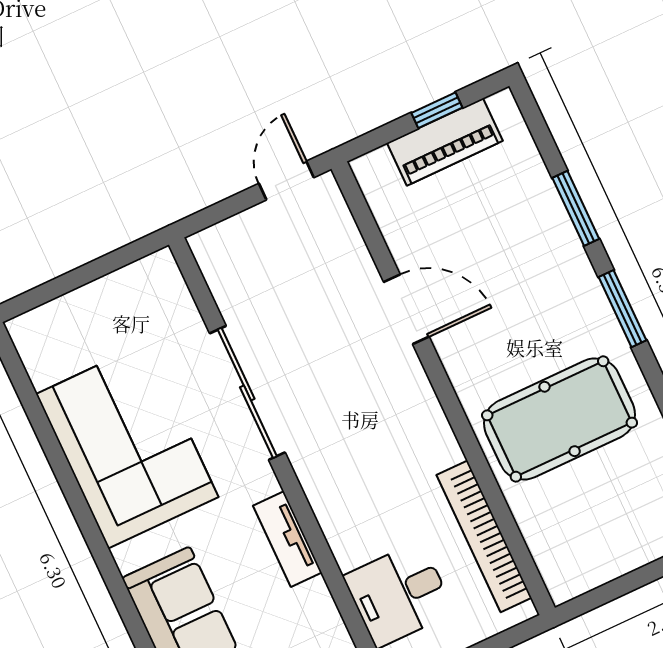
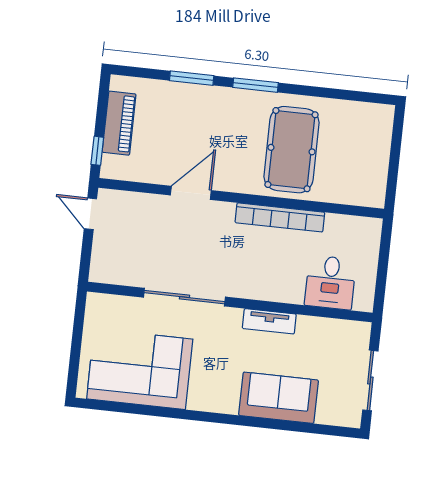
window: (437, 110) -> (97, 151), moved
corner sofa: (127, 446) -> (140, 369), moved
bookcase: (484, 536) -> (280, 217), moved

